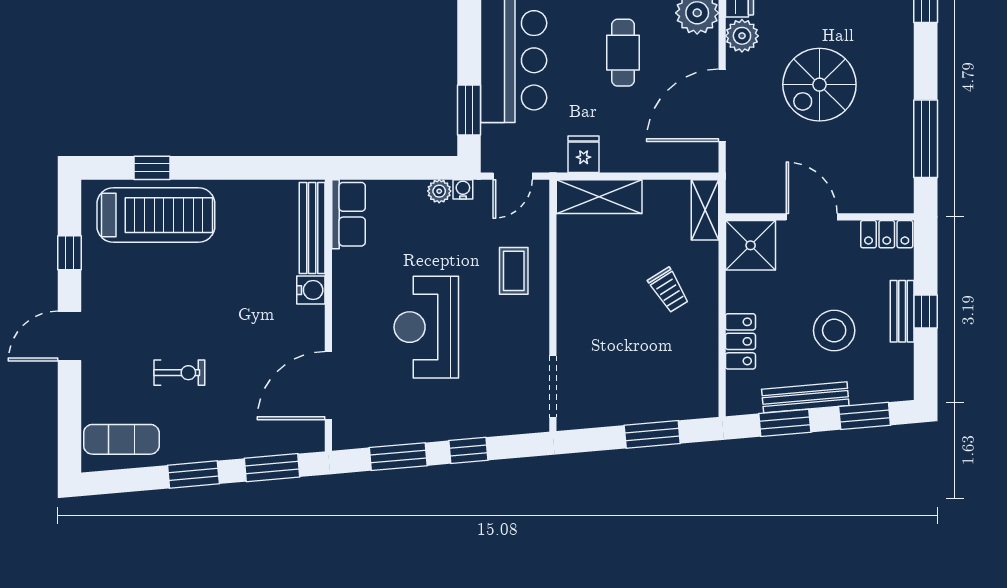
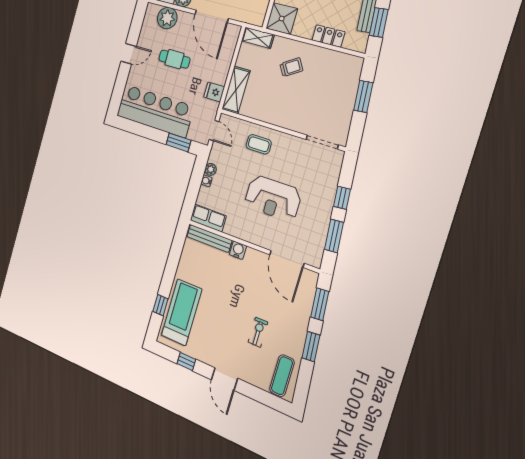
water cooler: (463, 189) -> (206, 181), moved

